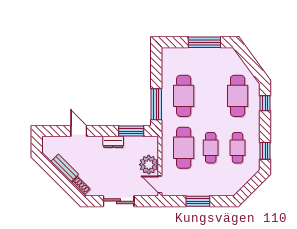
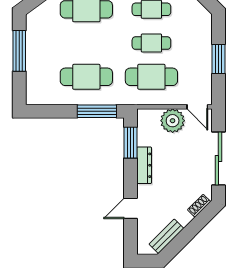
dresser: (113, 142) -> (144, 165), width x1.44
bench: (65, 168) -> (166, 236), moved
door: (160, 184) -> (197, 107), hinge flipped
sliding door: (119, 201) -> (218, 158), width x1.37

